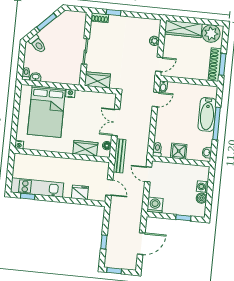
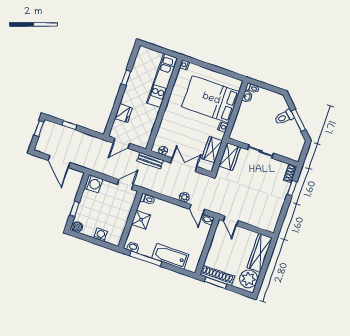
plant: (154, 41) -> (184, 197), moved
toilet: (37, 44) -> (284, 117), moved
window: (217, 123) -> (146, 259), moved
wardrobe: (85, 148) -> (212, 150), moved, turned 180
bench: (120, 156) -> (150, 161), width x0.73
kitchen unit: (37, 188) -> (162, 81), moved, turned 180
window: (28, 196) -> (126, 78), moved
boiler: (202, 198) -> (77, 227), moved

